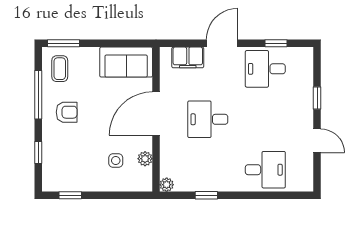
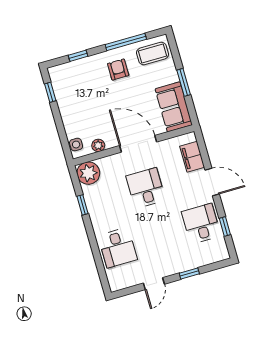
window: (63, 43) -> (184, 82), moved
coffee table: (60, 69) -> (152, 53), width x1.36, depth x1.30
armchair: (67, 112) -> (118, 70), turned 180
side table: (116, 161) -> (76, 145), moved
plant: (167, 185) -> (88, 173), width x1.88, depth x1.88

